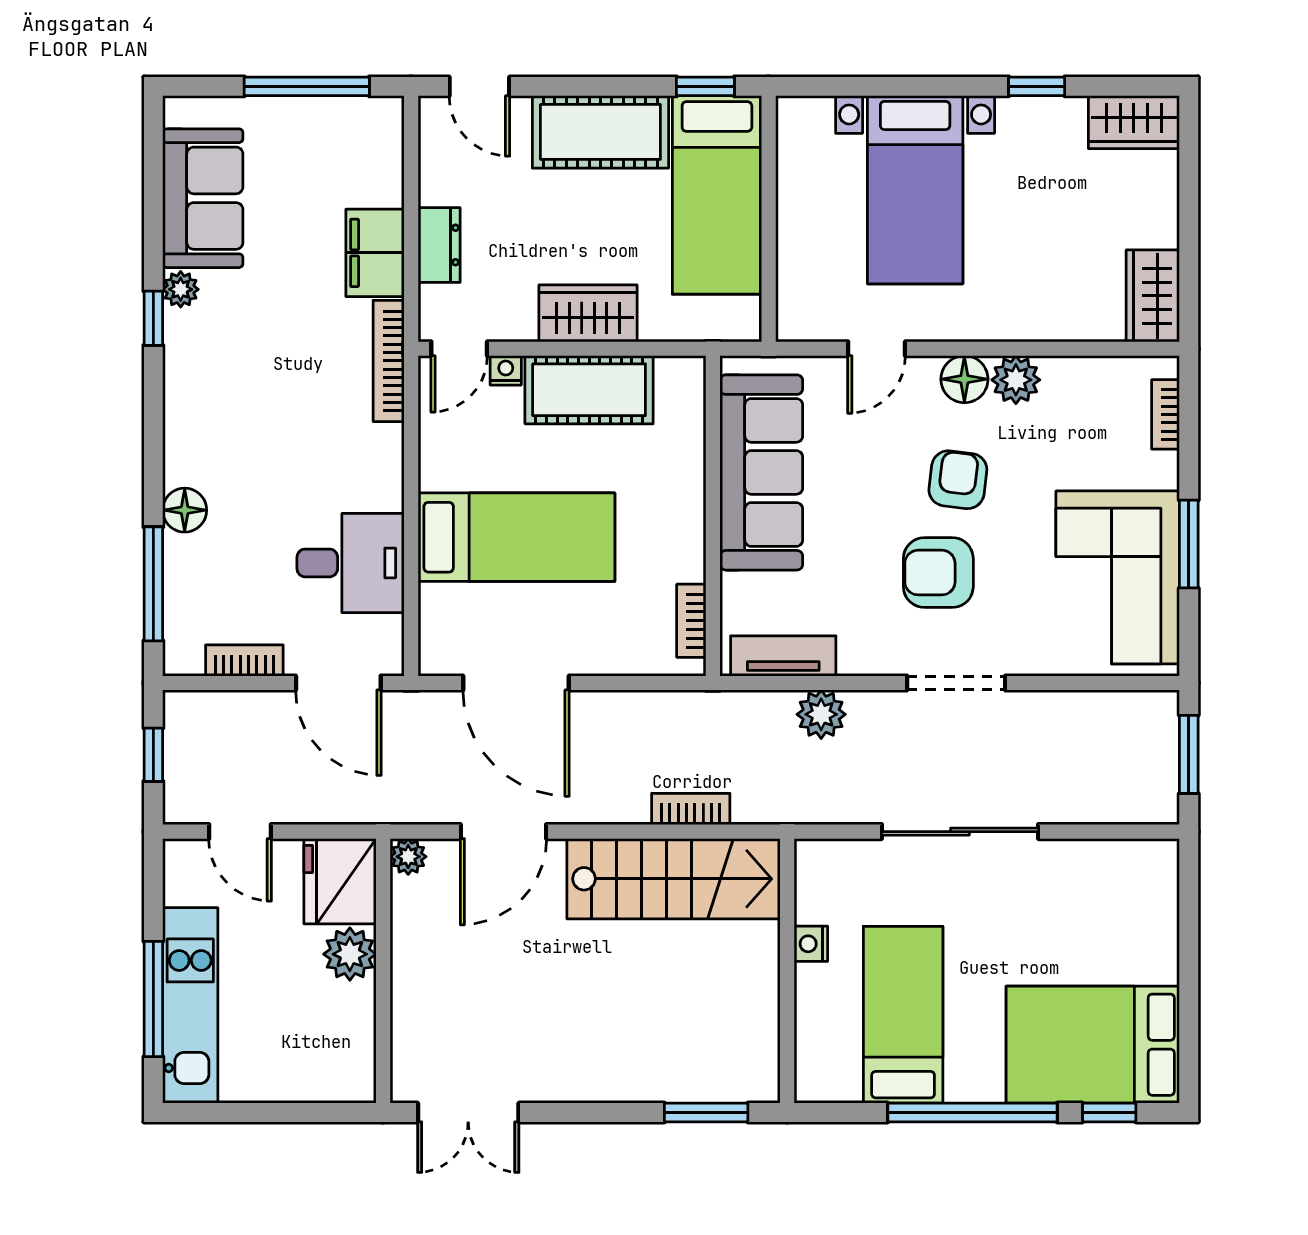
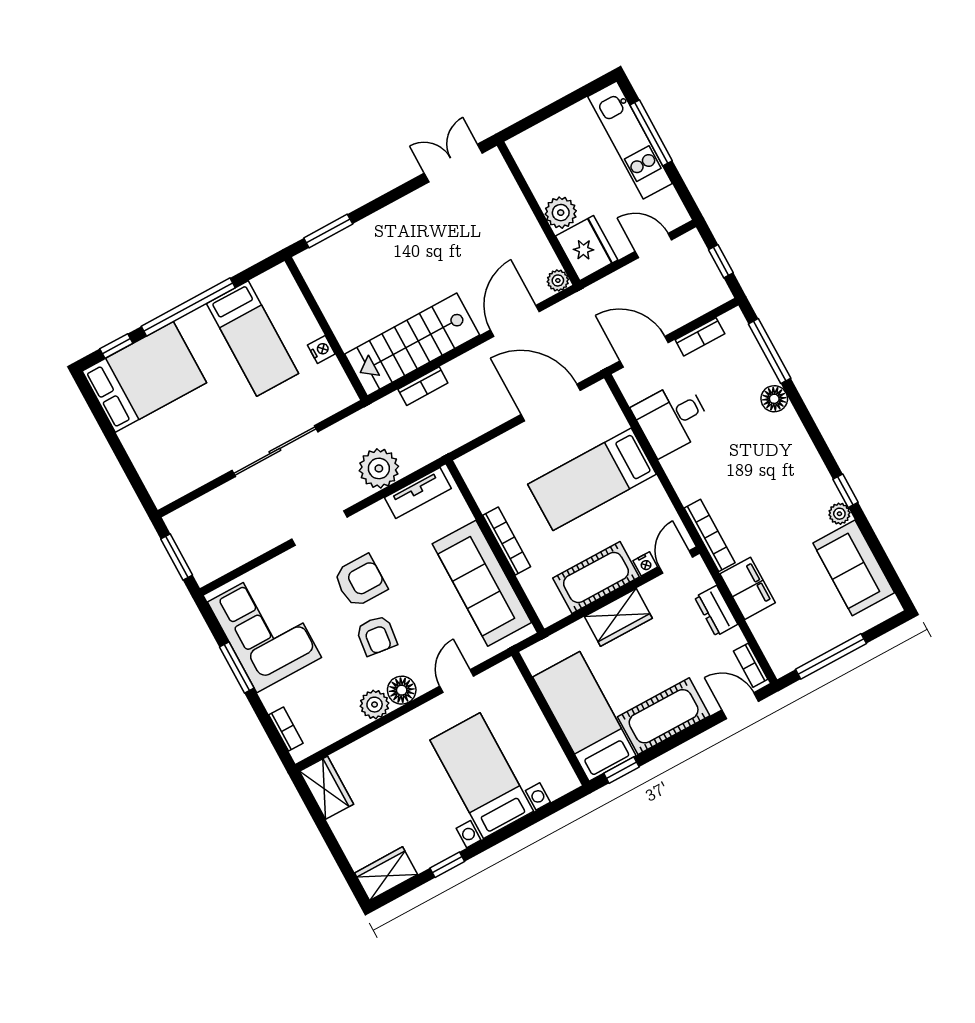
bookcase: (432, 138) -> (751, 665), added
bookcase: (691, 621) -> (507, 541), moved, width x1.56
plant: (821, 714) -> (379, 468), width x1.36, depth x1.36

